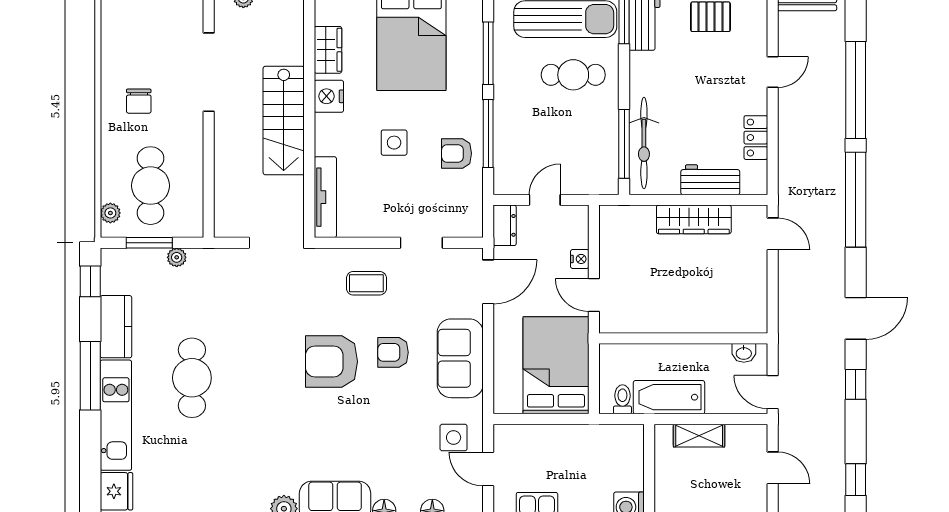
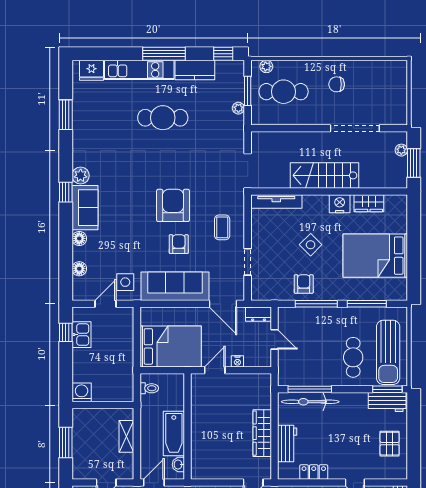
side table: (394, 143) -> (311, 245), turned 45
sofa: (460, 358) -> (175, 286), width x1.36
bathtub: (669, 397) -> (174, 434), moved, turned 180

